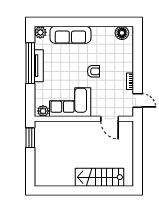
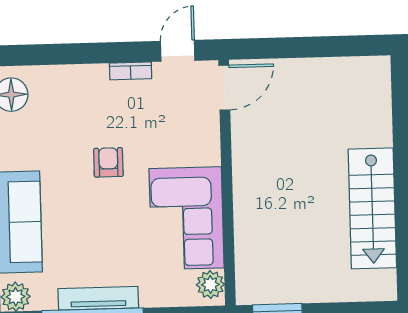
door: (110, 119) -> (224, 88), moved
stairs: (100, 177) -> (372, 208), moved

